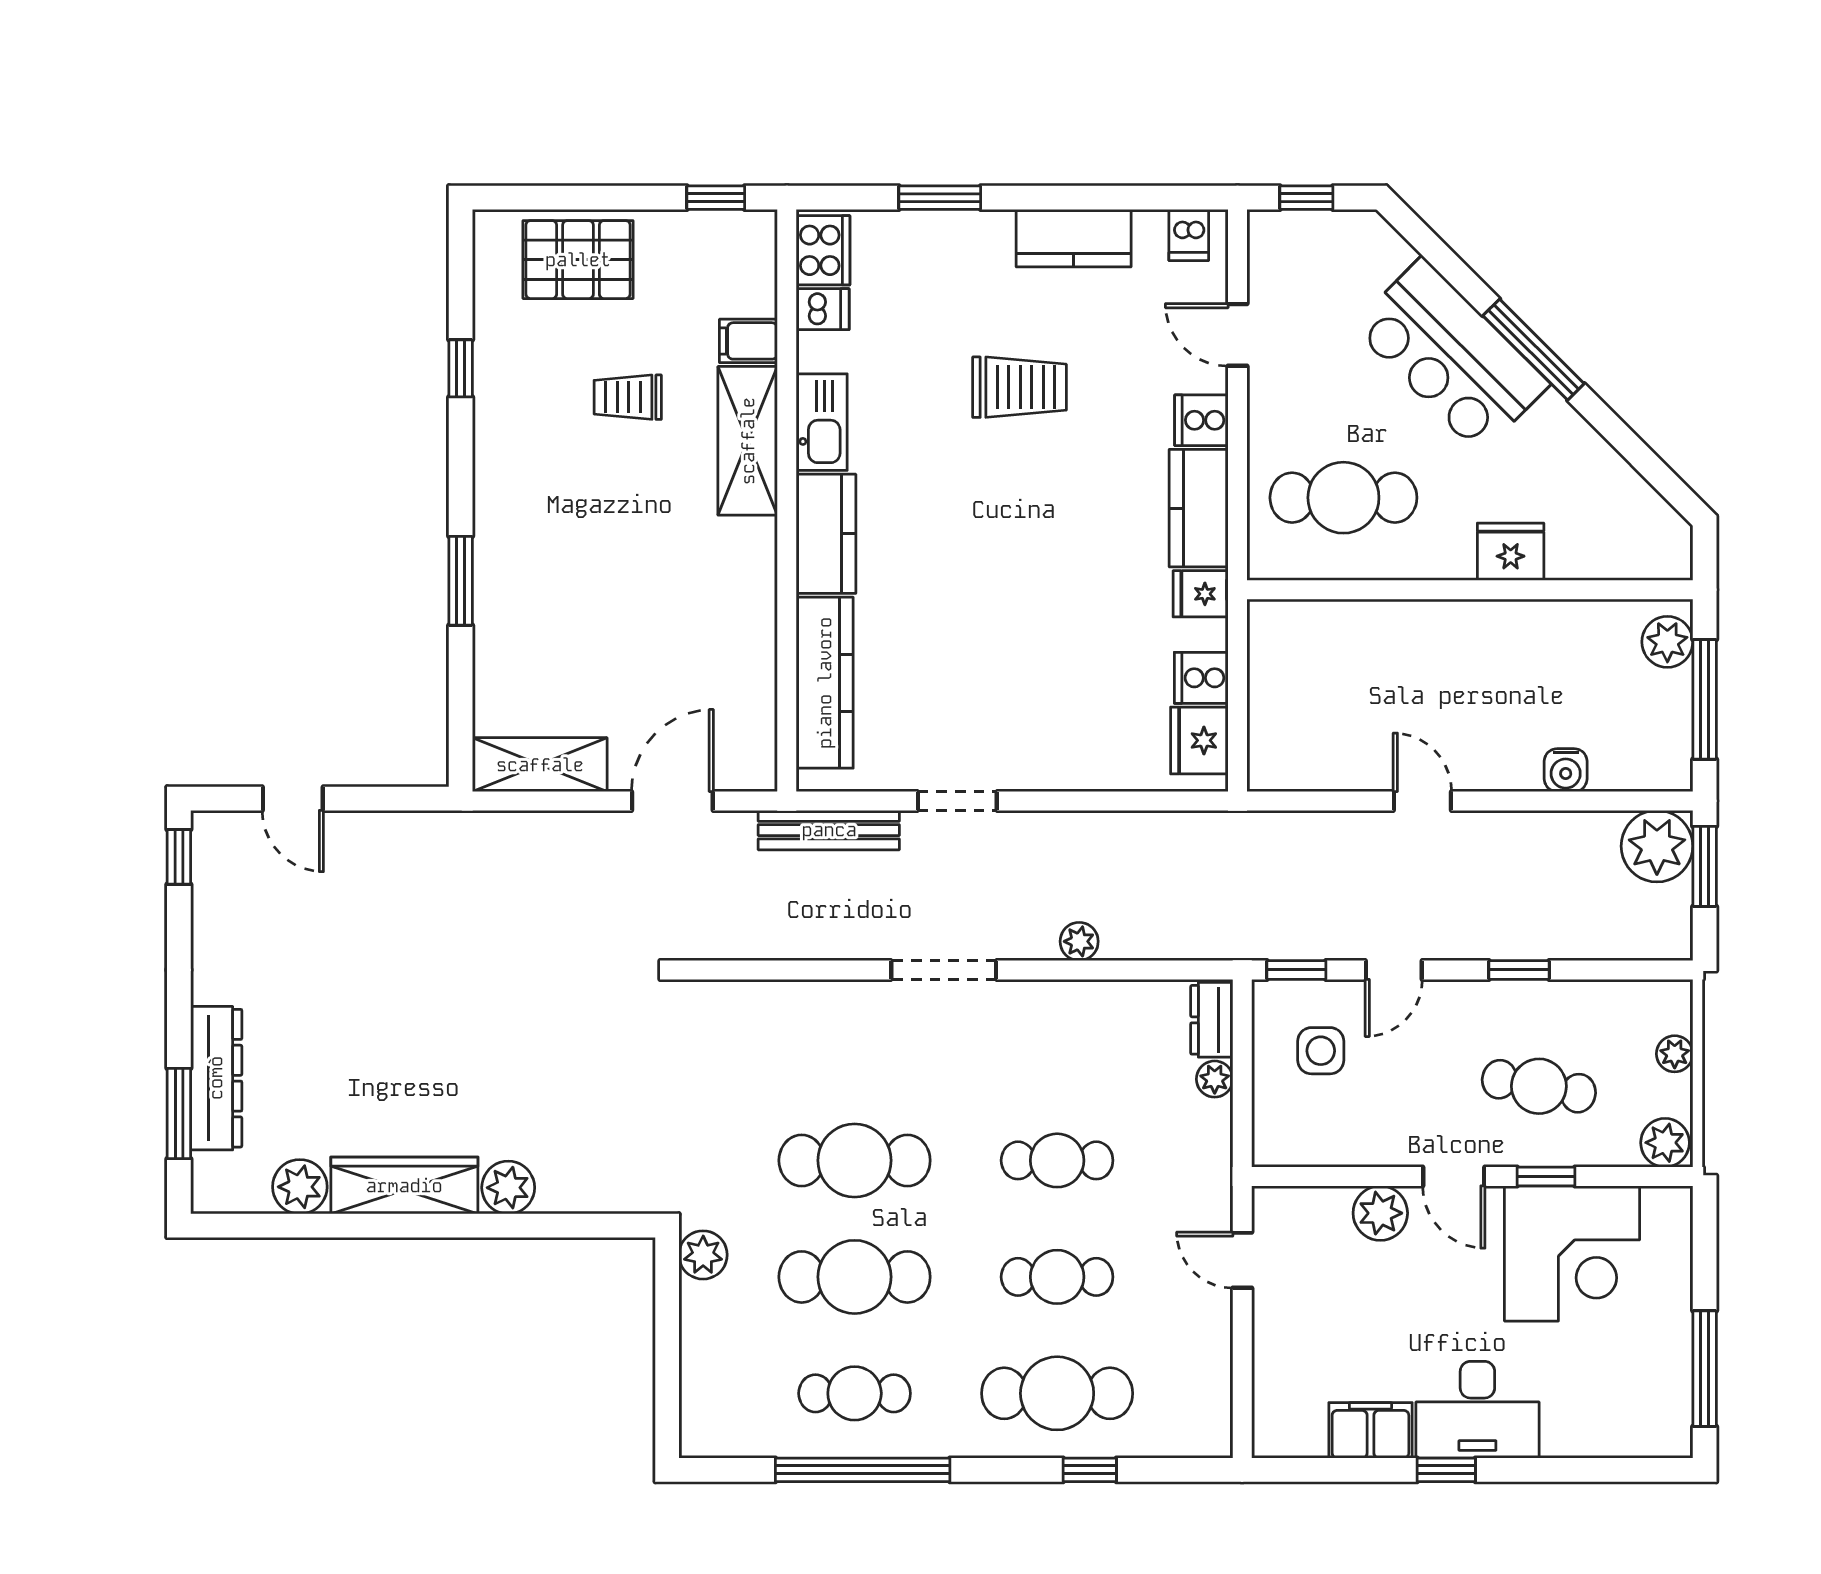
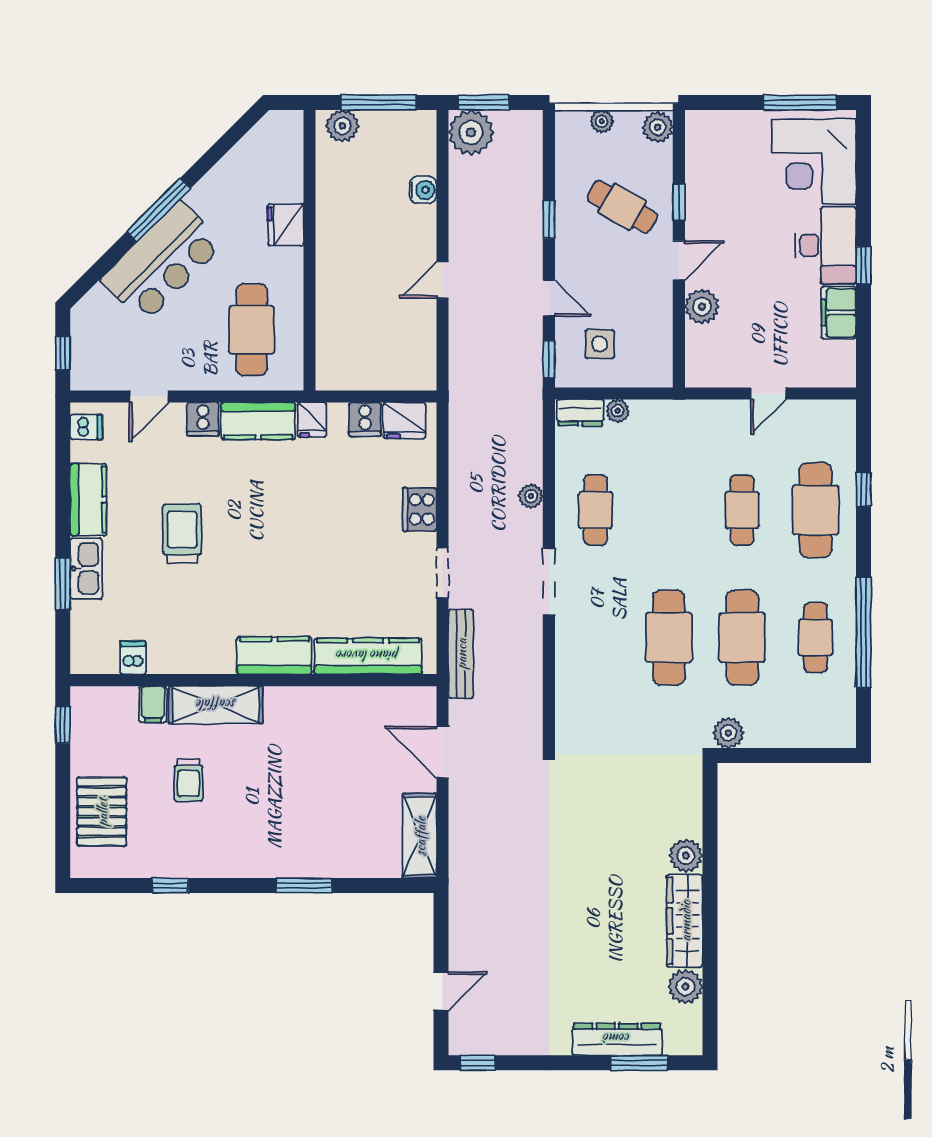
cooker: (823, 250) -> (420, 509), moved, turned -90
kitchen sink: (822, 422) -> (86, 569), moved, turned 90
cafe table: (1539, 1086) -> (622, 207), turned -70
cafe table: (1057, 1160) -> (596, 510), moved
corner desk: (1572, 1253) -> (814, 162), moved, turned 180
door: (1242, 1260) -> (768, 394), moved

